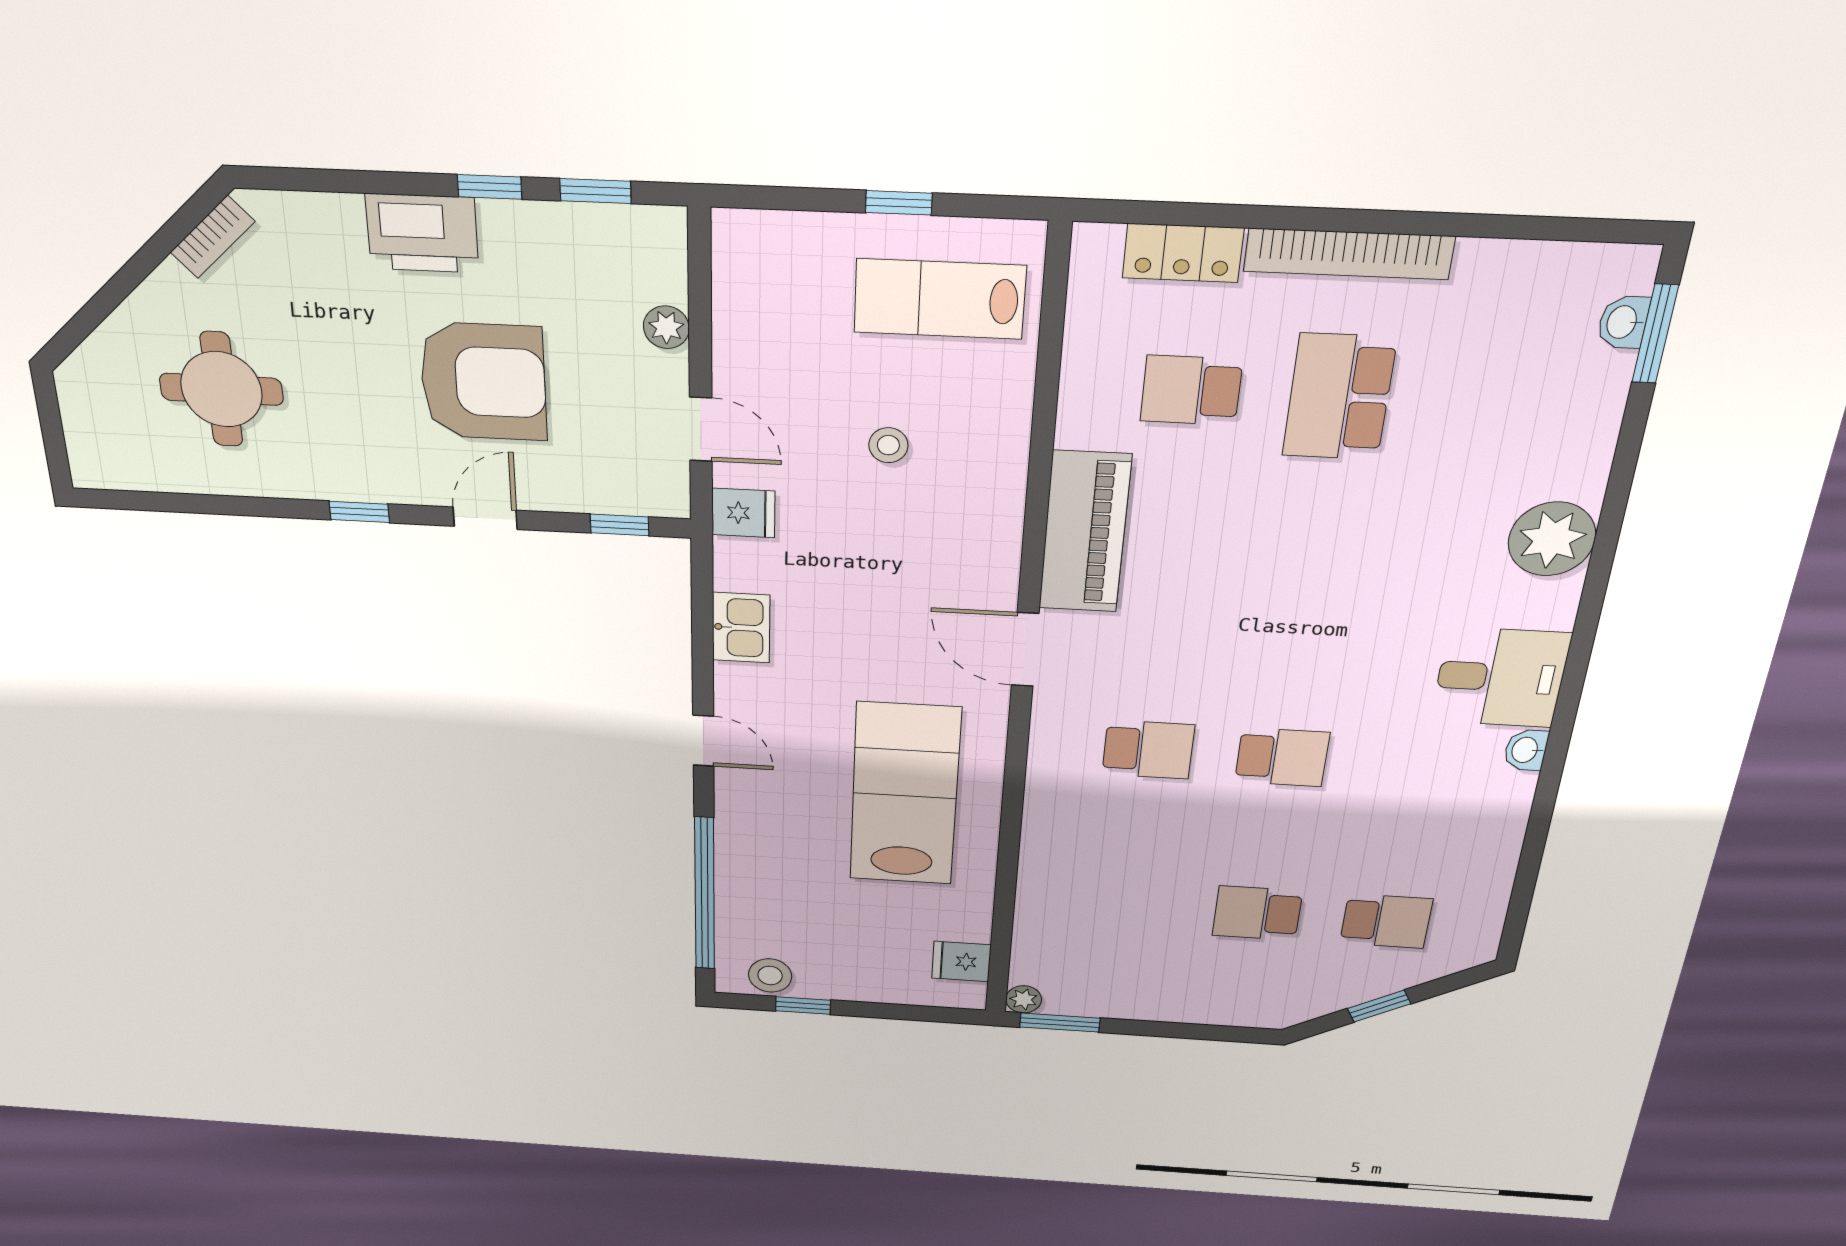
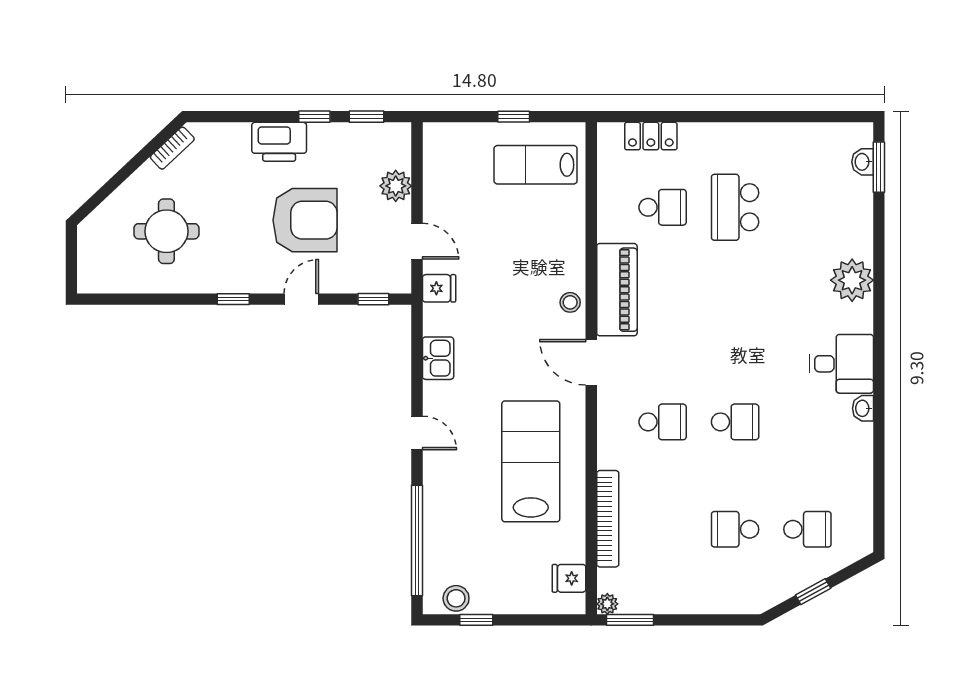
bookcase: (1349, 254) -> (608, 519), moved, turned -90
plant: (666, 327) -> (396, 186), width x1.38, depth x1.38
school desk: (1191, 390) -> (663, 207), turned 180
stool: (888, 445) -> (570, 302), moved

